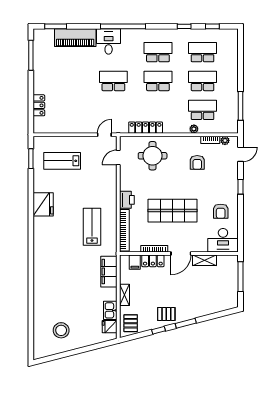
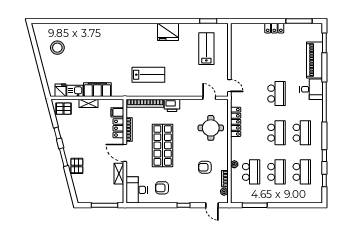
locker: (39, 105) -> (274, 28), moved
filing cabinet: (109, 272) -> (97, 90), moved
pallet: (166, 314) -> (77, 166), moved

